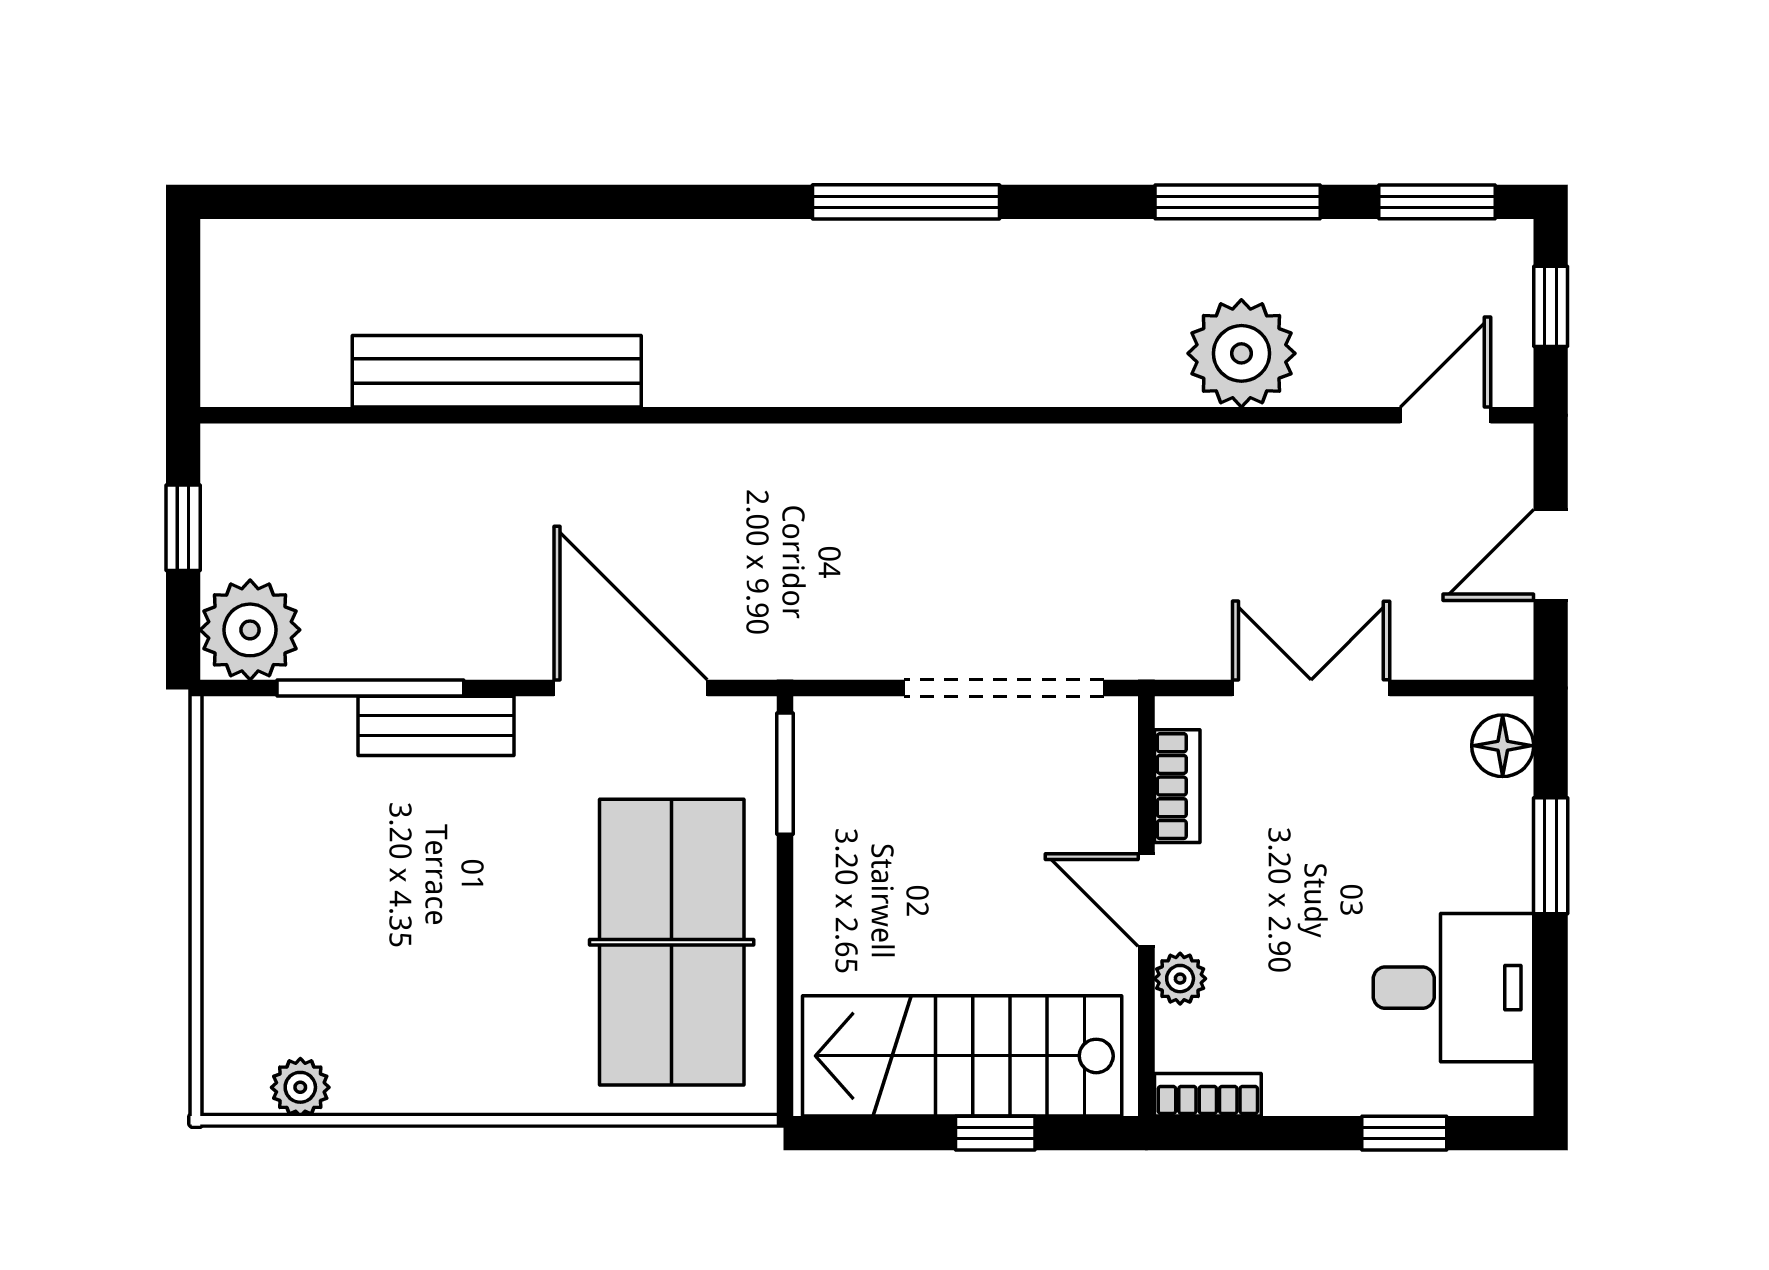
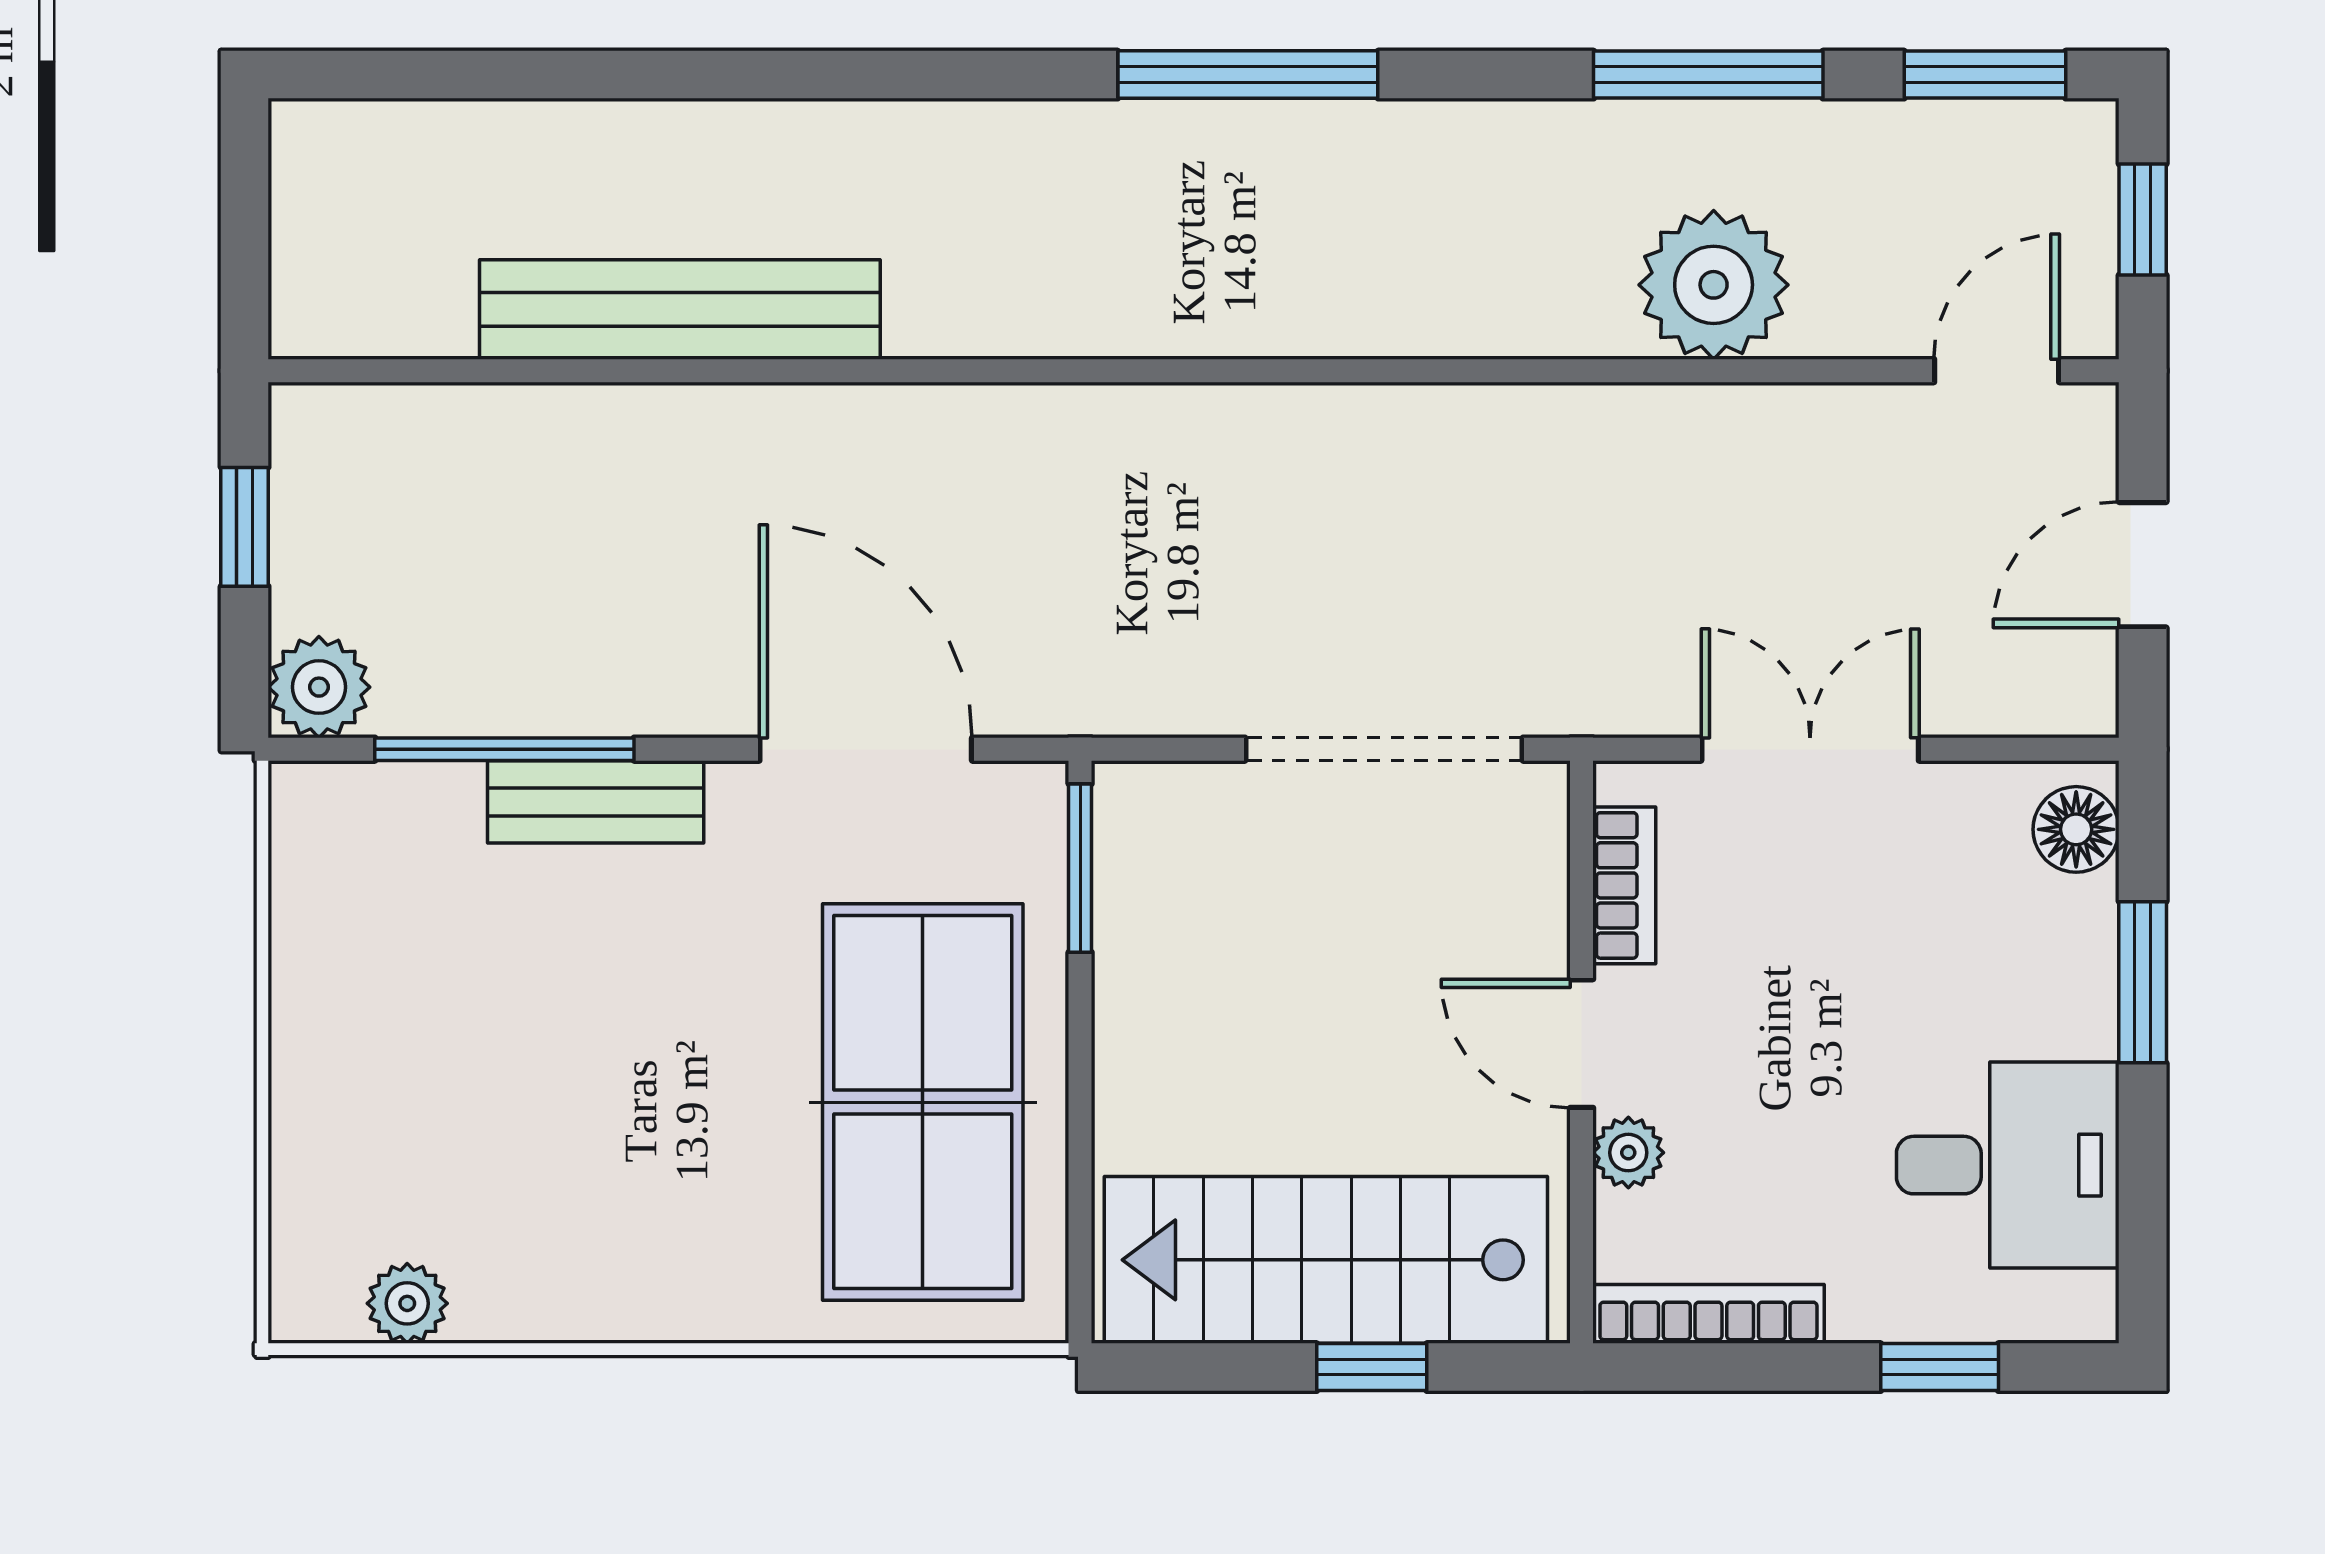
plant: (250, 630) -> (319, 687), width x0.73, depth x0.73
bookcase: (1208, 1095) -> (1708, 1314), width x1.56

